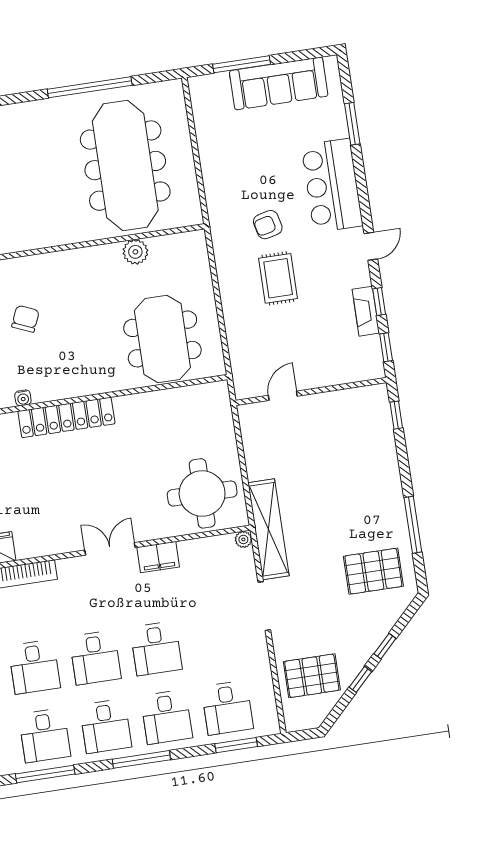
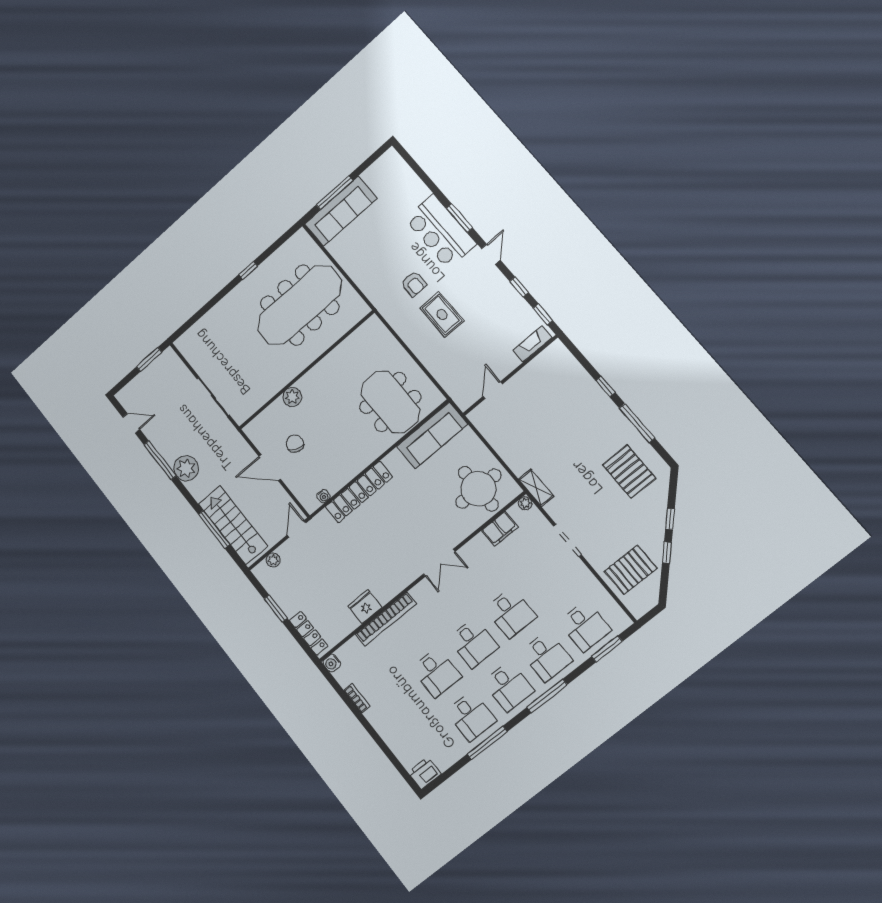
sofa: (279, 83) -> (341, 211), moved
window: (90, 87) -> (248, 270), width x0.32
window: (352, 124) -> (459, 218), moved
meeting table: (125, 166) -> (300, 305), turned 90
armchair: (268, 225) -> (414, 284), turned -77
plant: (135, 252) -> (292, 397), moved
fireplace: (366, 311) -> (533, 344), moved, turned 90
sofa: (186, 405) -> (432, 436), added
window: (396, 415) -> (605, 387), moved
shelving: (268, 529) -> (536, 488), width x0.45, depth x0.75
double door: (110, 549) -> (439, 563), swing flipped
filing cabinet: (158, 557) -> (500, 529), moved
pallet: (373, 571) -> (629, 472), turned 90

